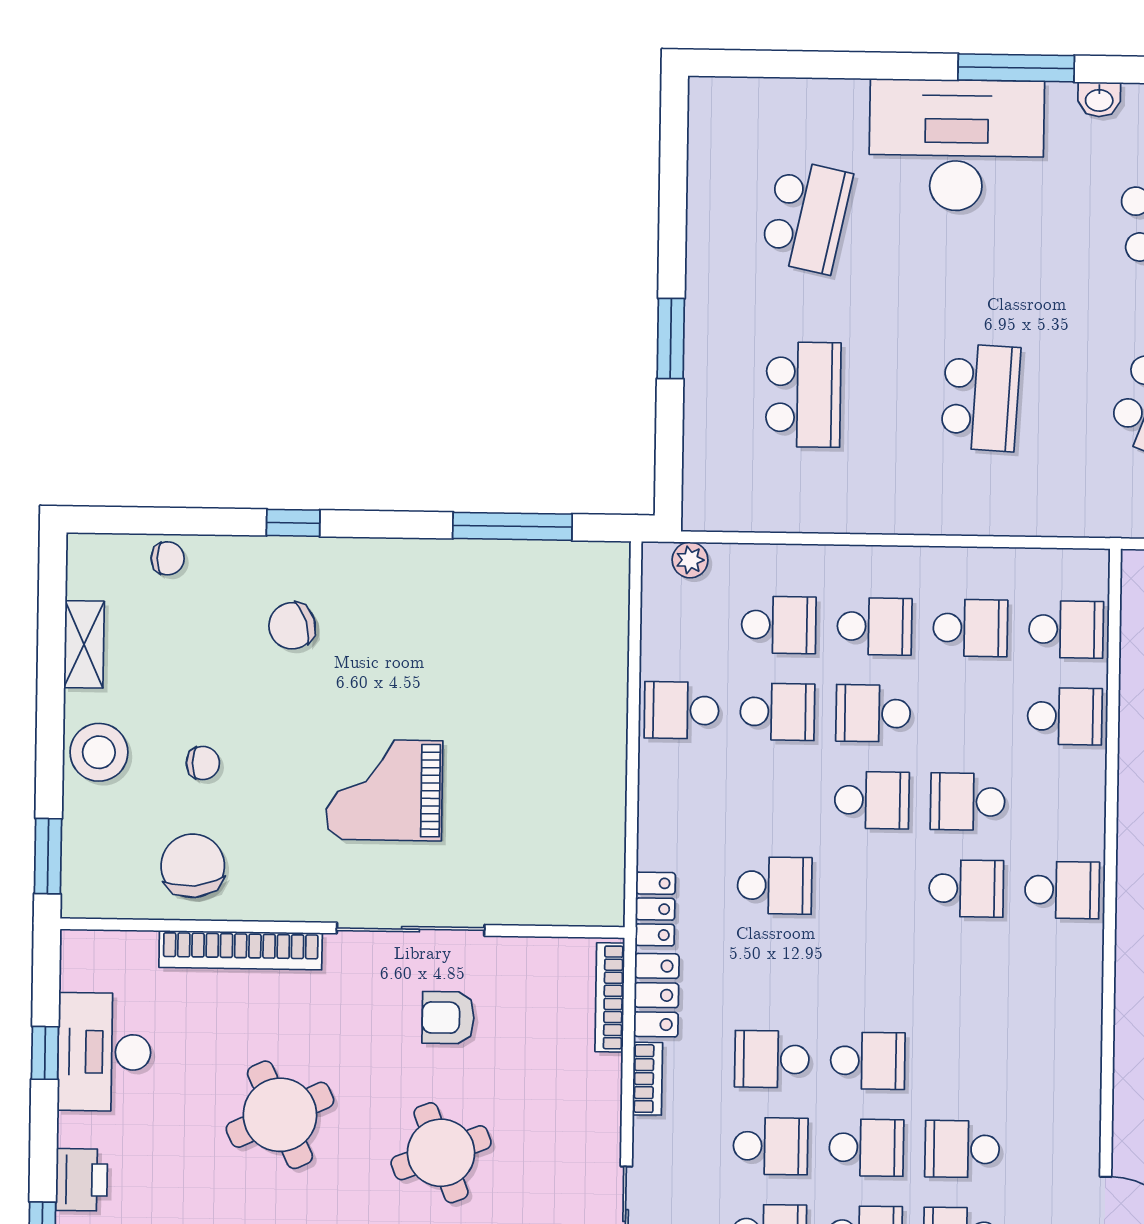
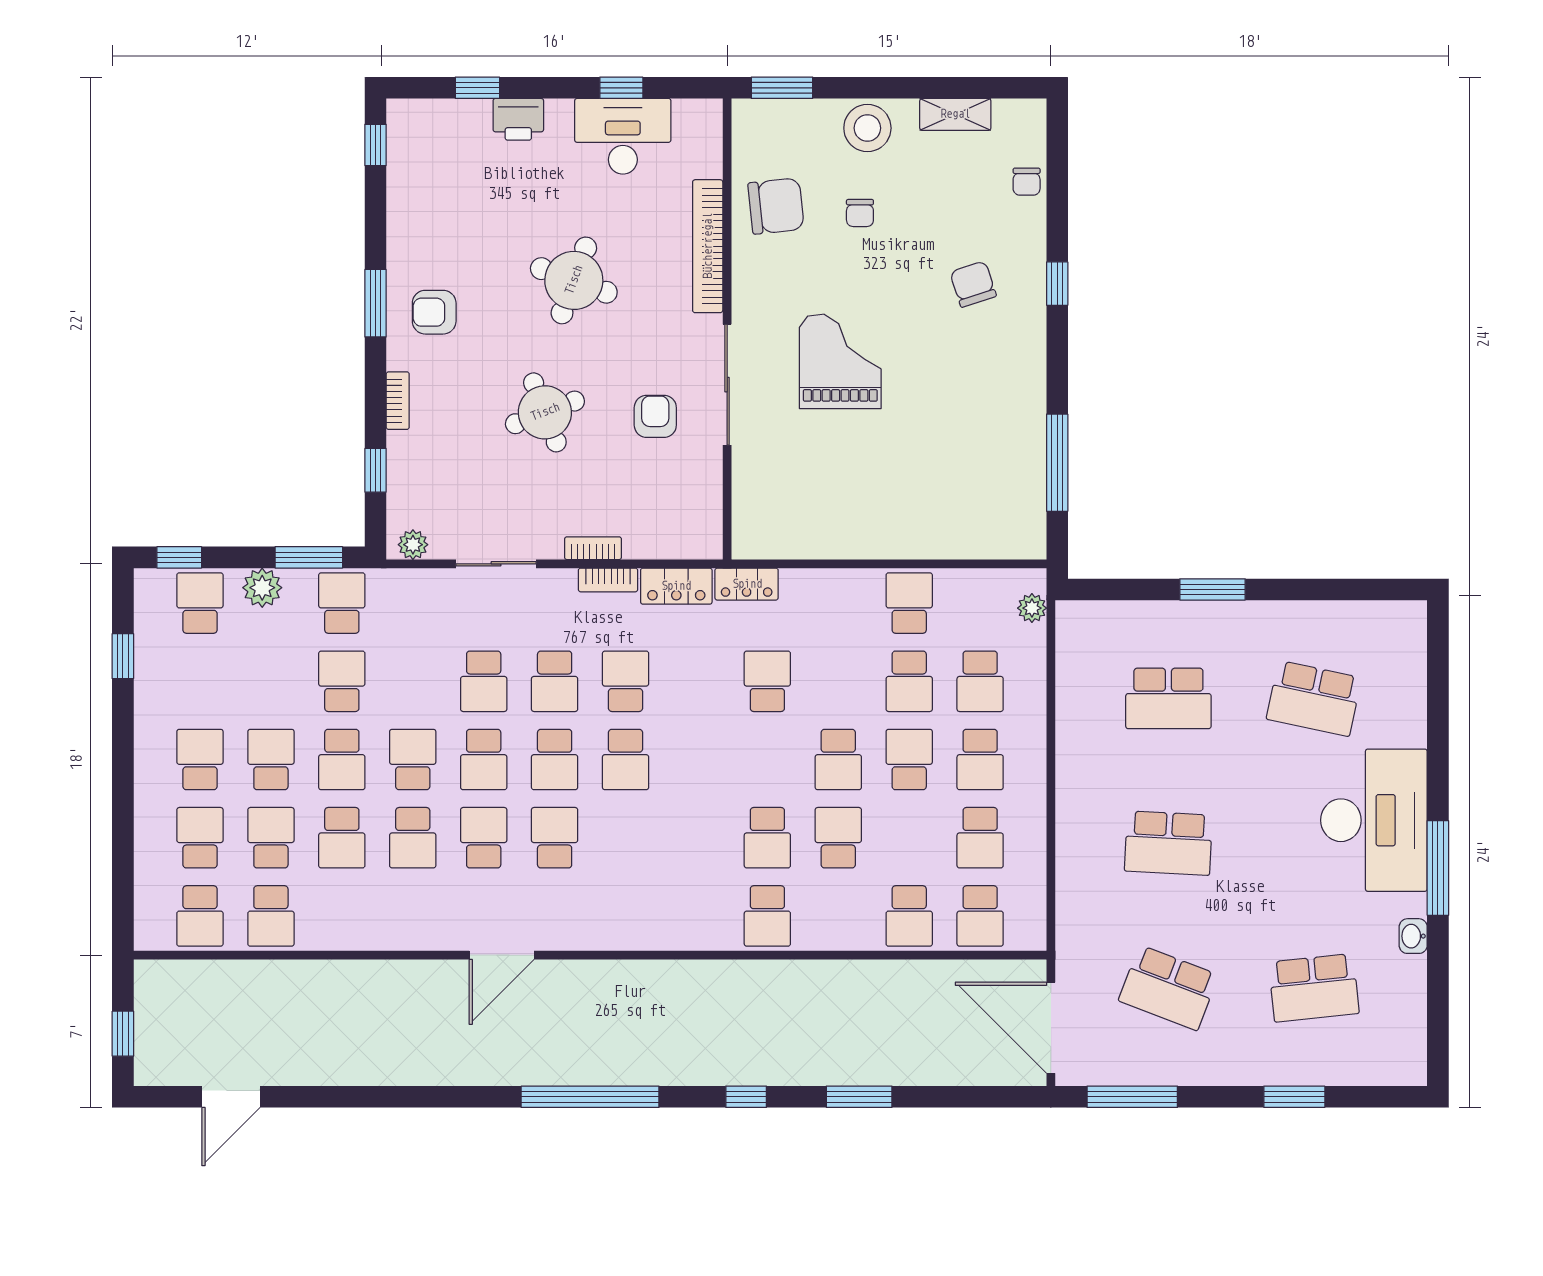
school desk: (775, 885) -> (767, 681), turned 180
bookcase: (610, 997) -> (593, 548), moved, width x0.64
round table: (280, 1115) -> (574, 280), turned 45

